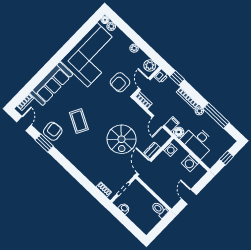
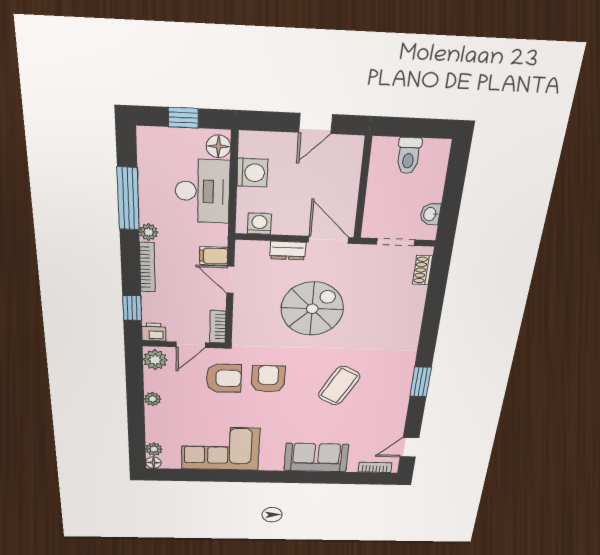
corner sofa: (92, 55) -> (220, 449), width x0.73, depth x0.74
sofa: (51, 84) -> (316, 458), width x0.73
door: (158, 121) -> (230, 280), swing flipped
armchair: (53, 131) -> (268, 379), moved, turned 96
floor lamp: (179, 132) -> (218, 146), moved
window: (44, 143) -> (421, 382), moved
door: (144, 167) -> (329, 240), swing flipped
toilet: (160, 210) -> (409, 156), moved

